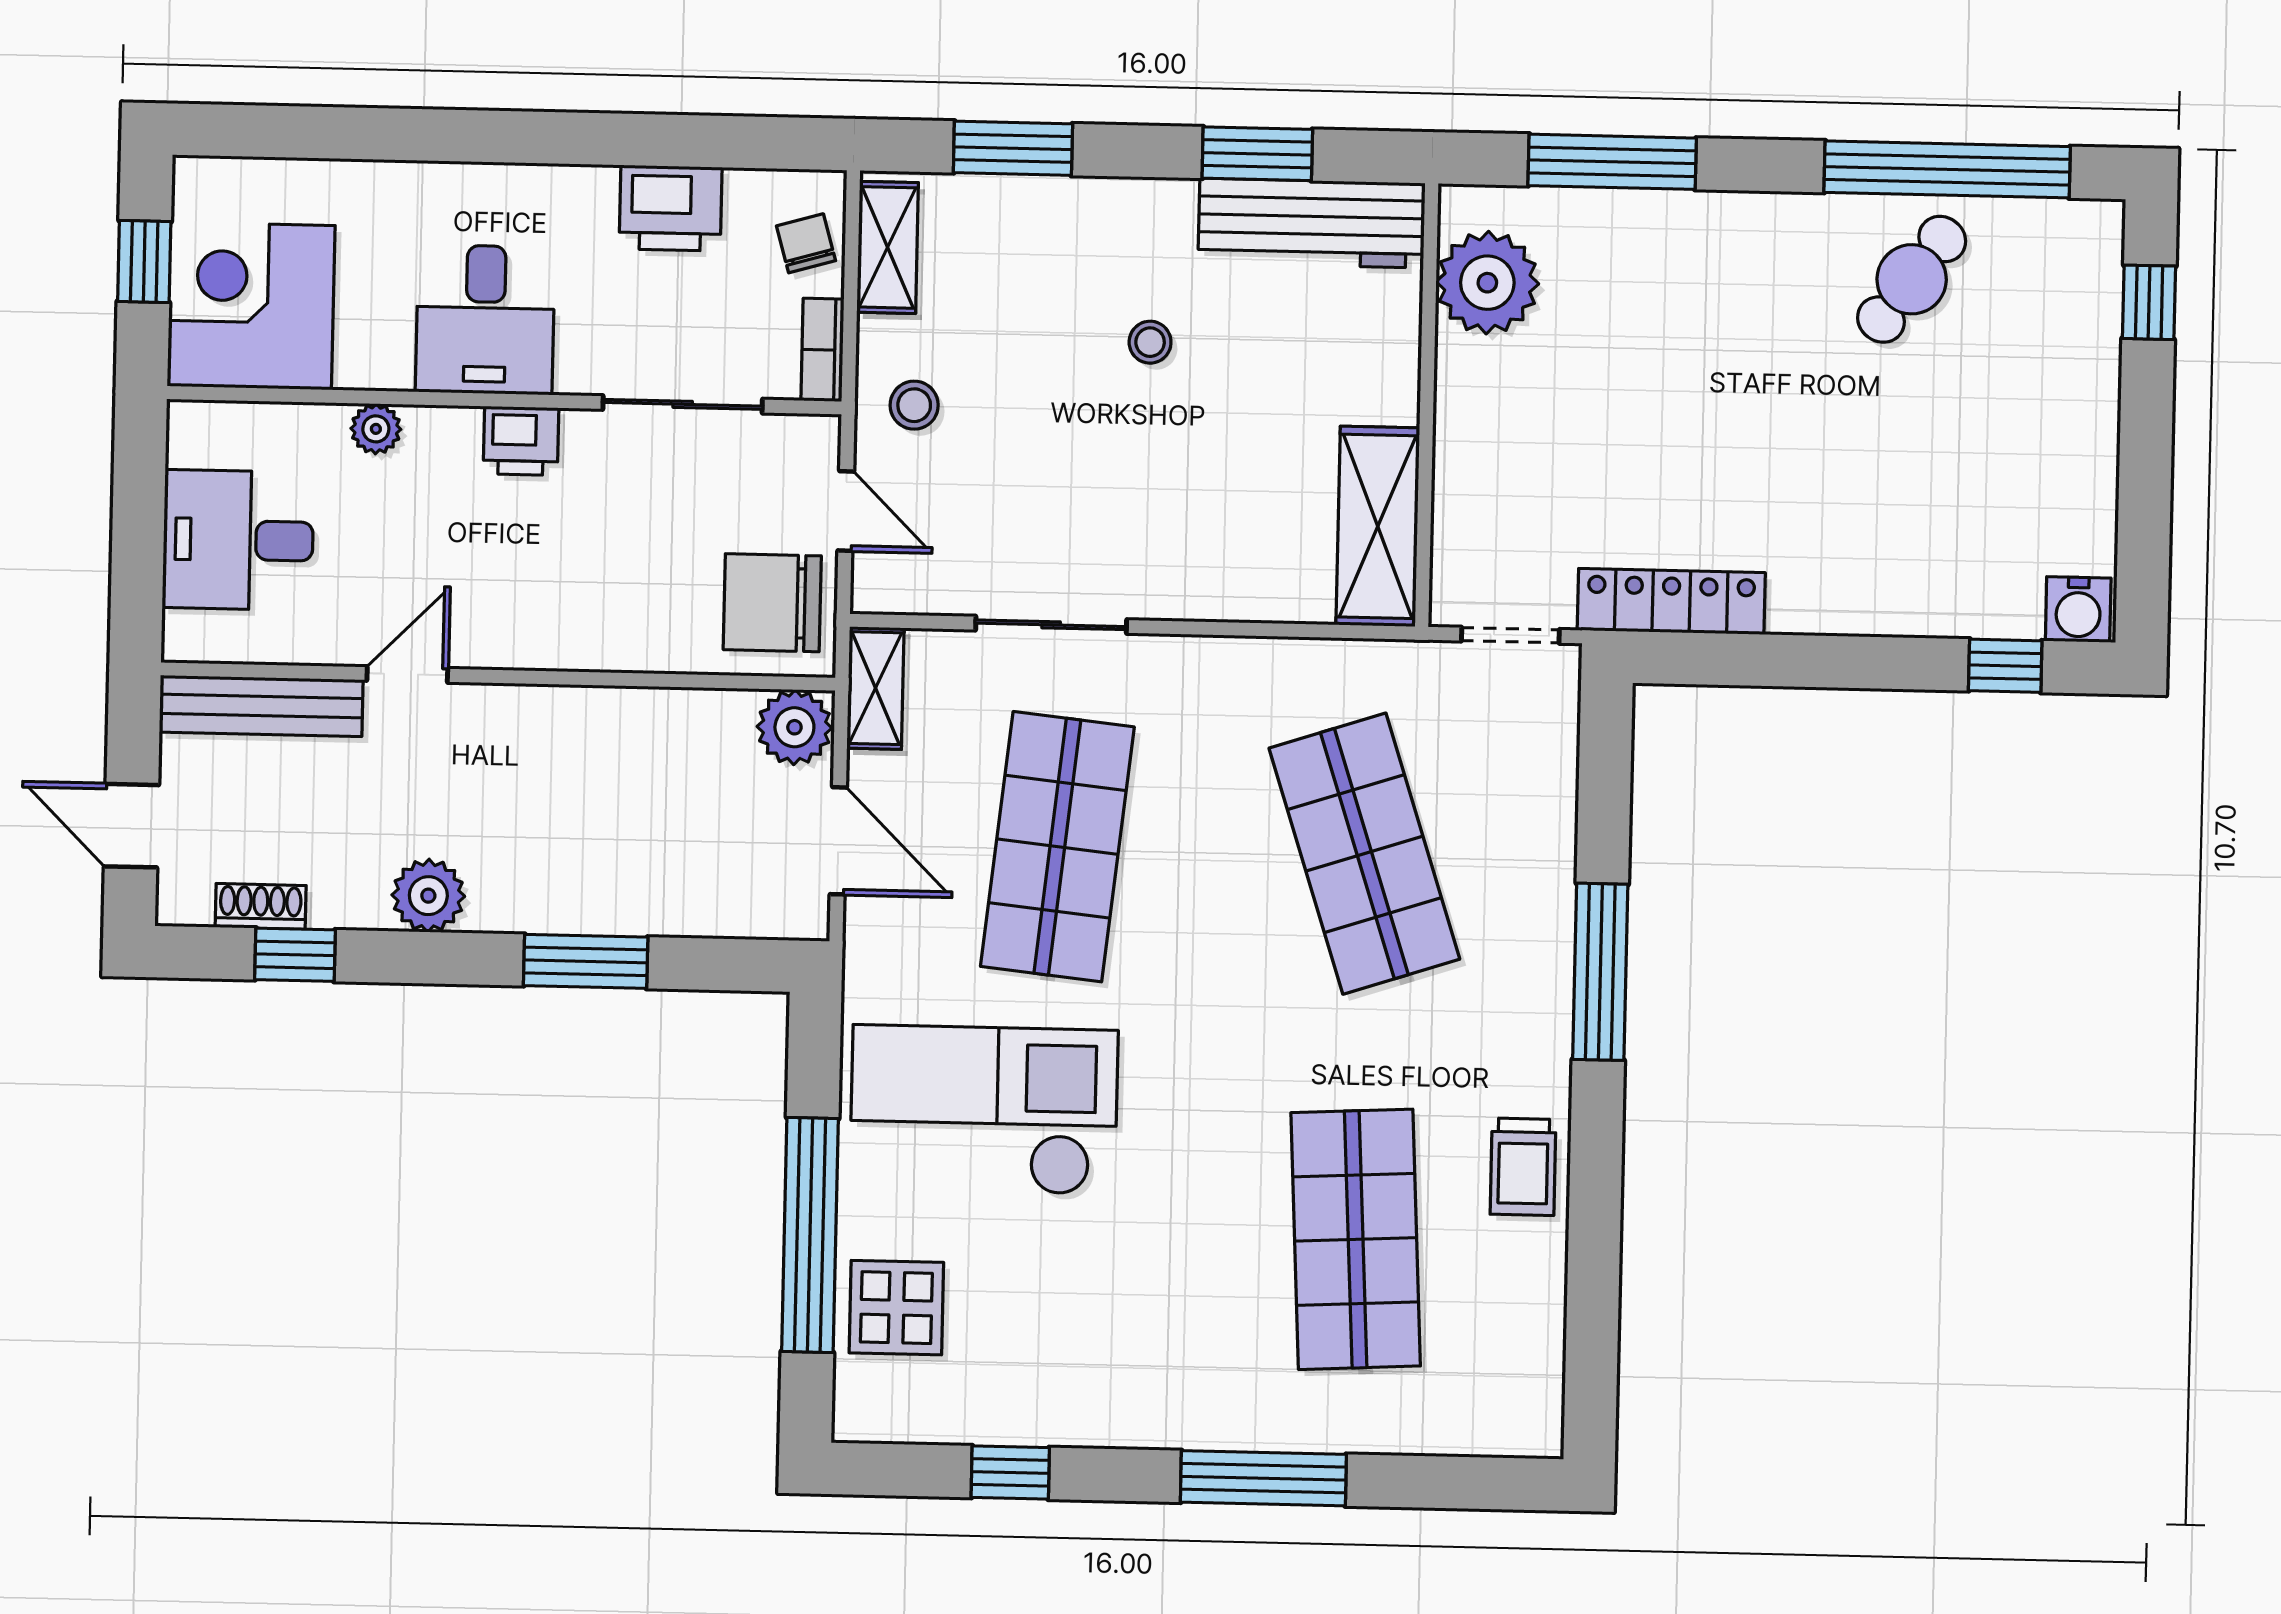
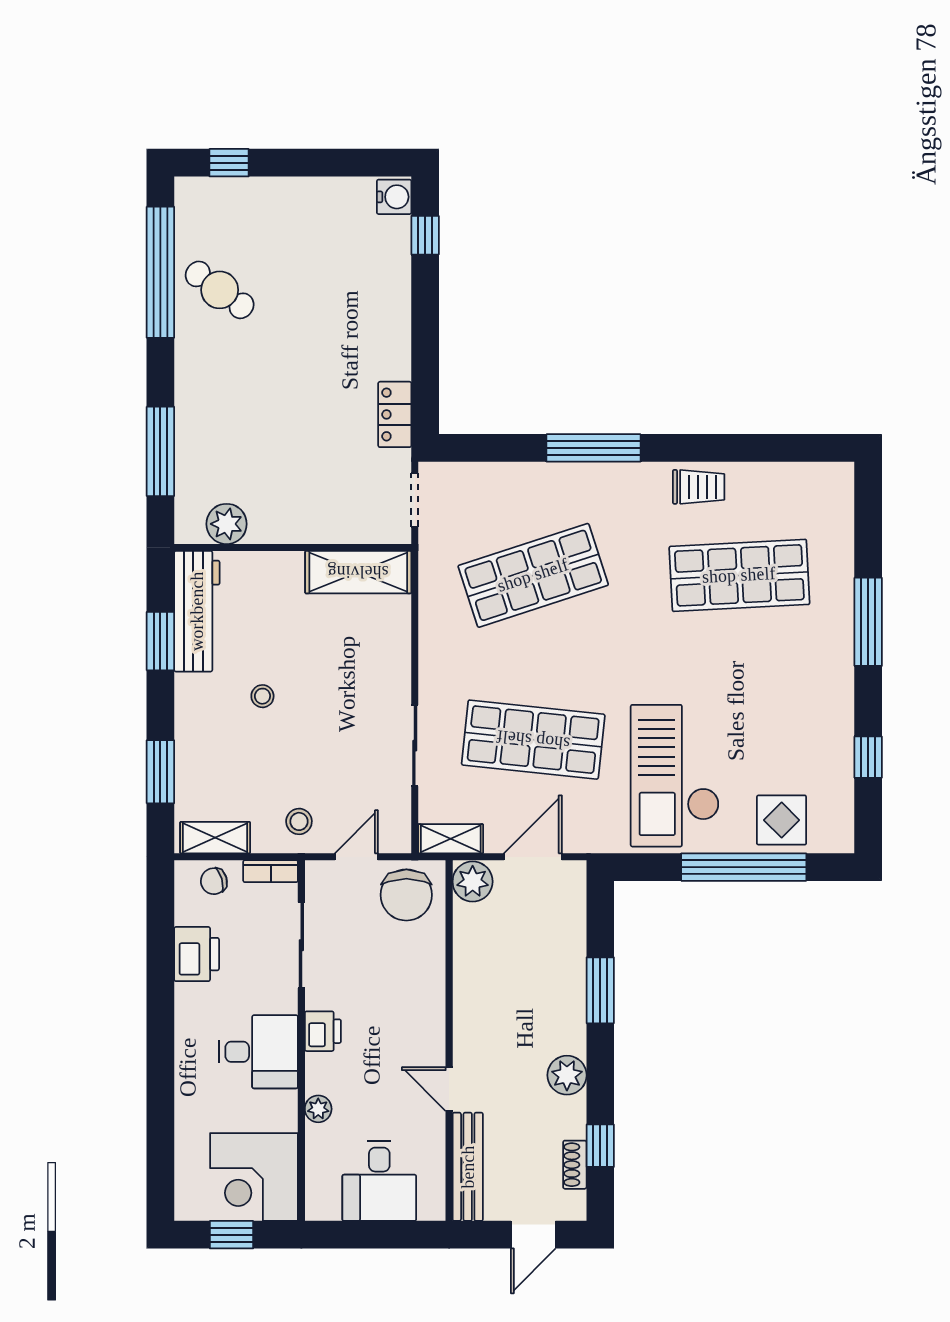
plant: (1487, 283) -> (227, 524), width x0.73, depth x0.73
locker: (1671, 602) -> (395, 414), width x0.66

